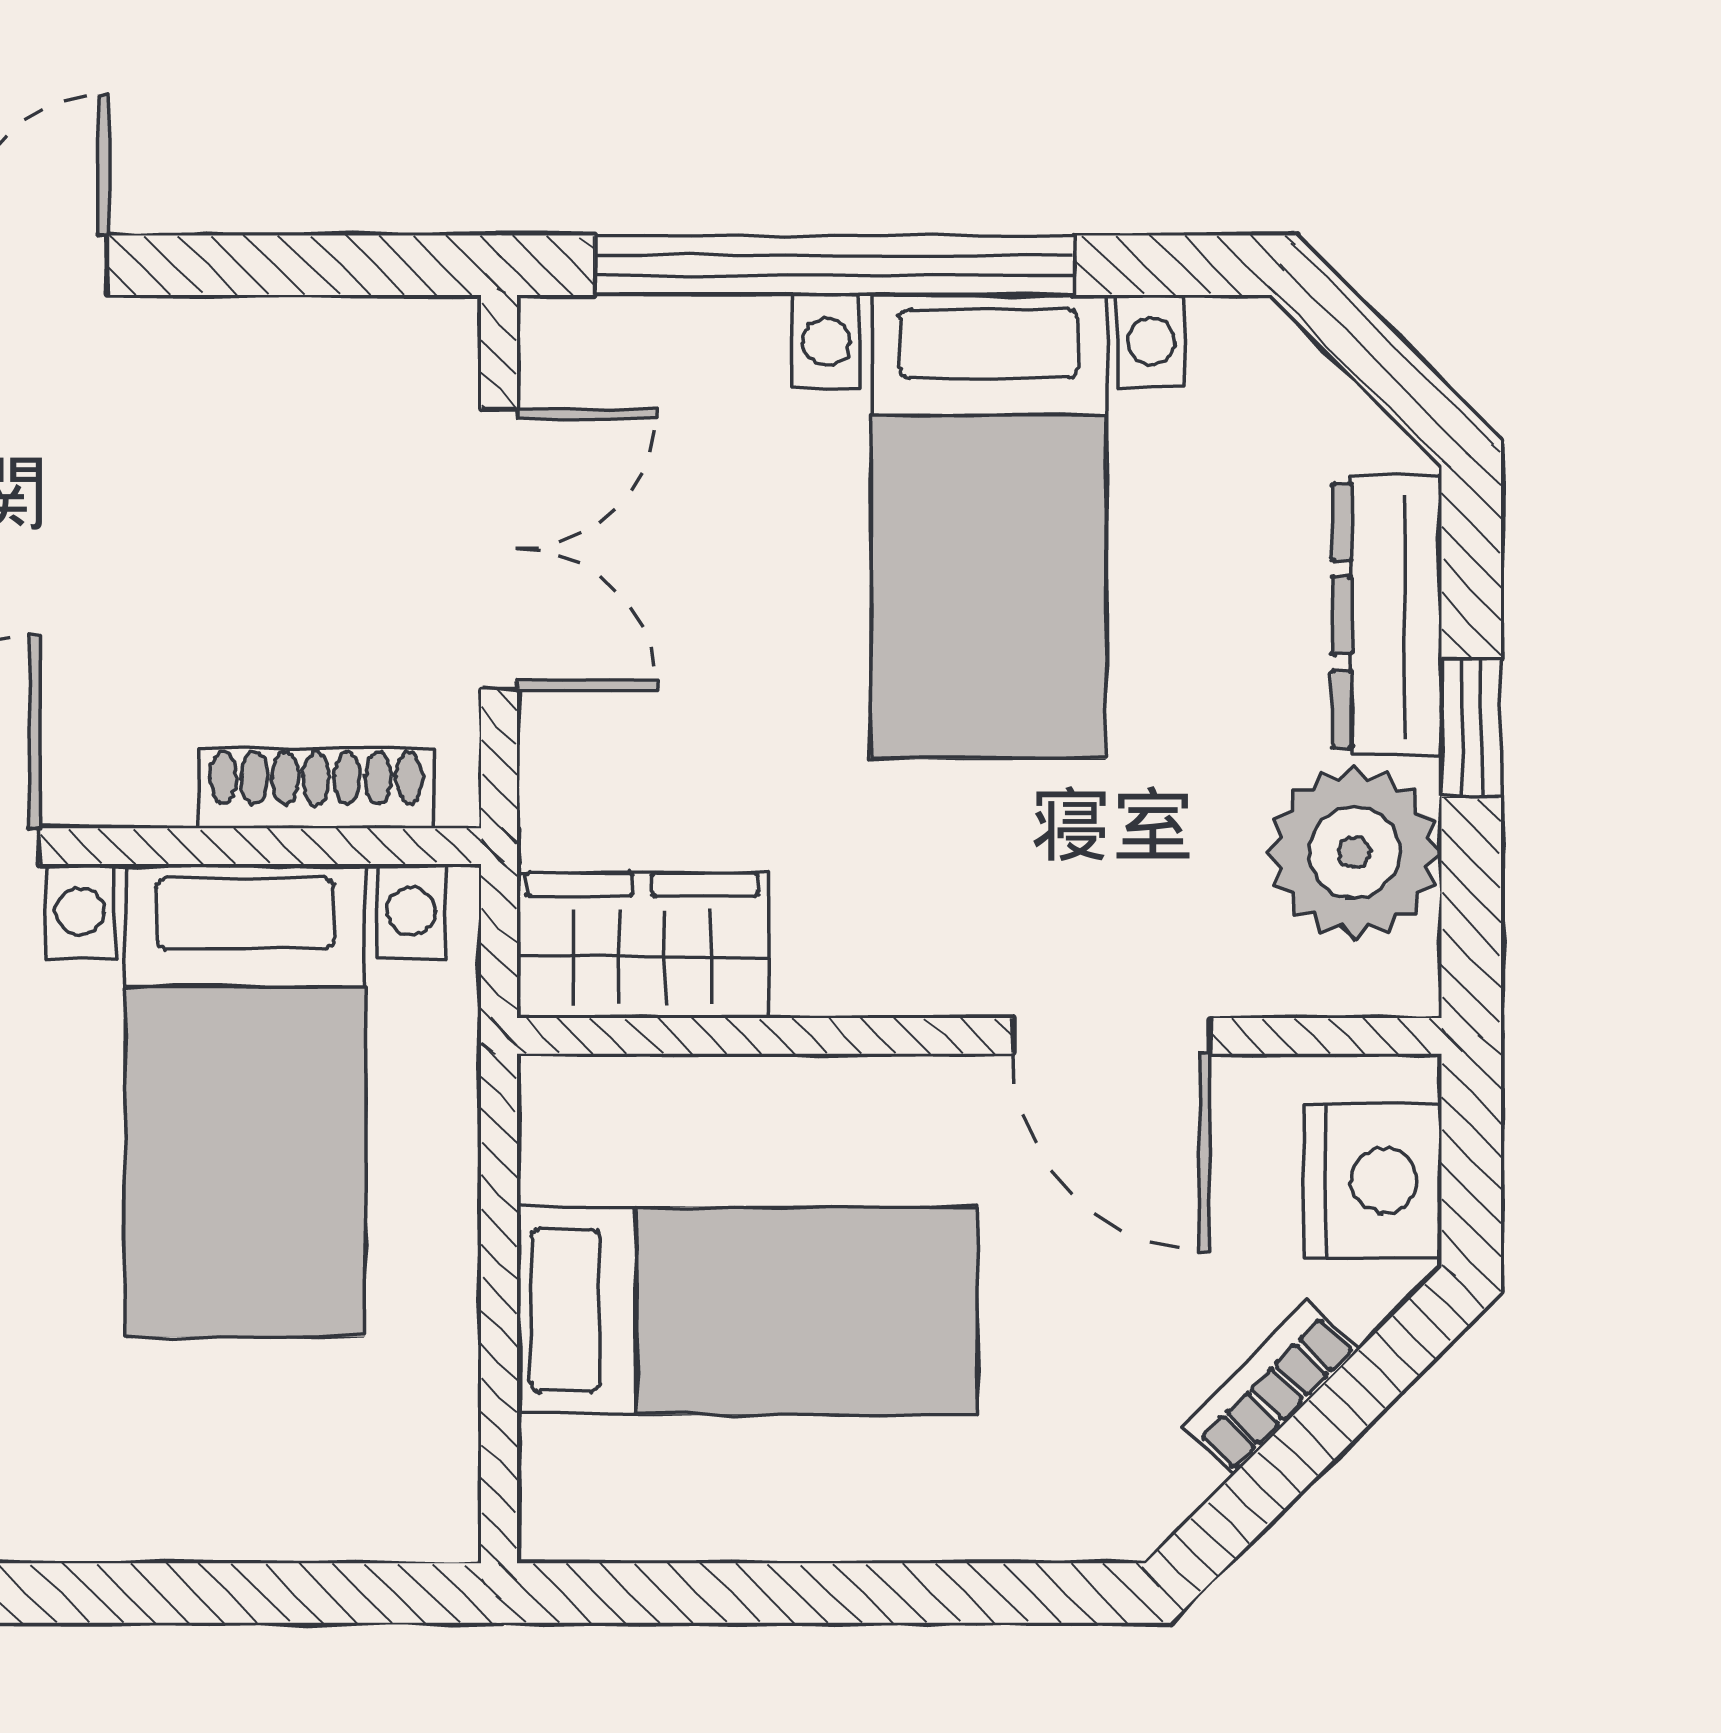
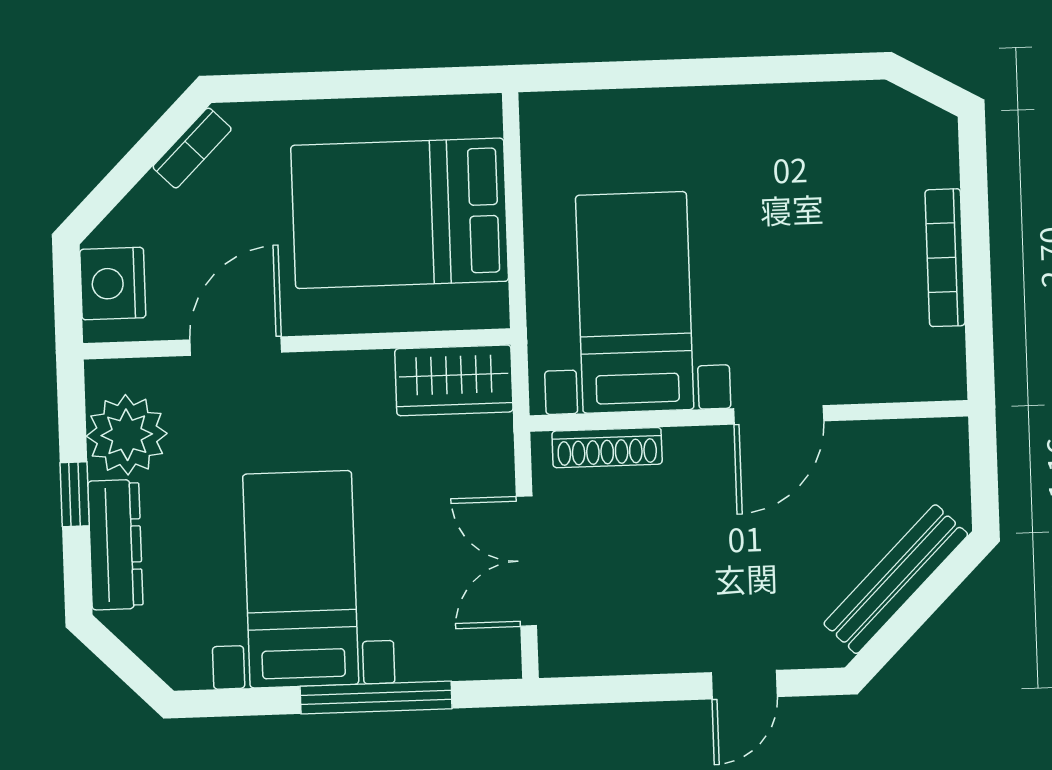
window: (835, 265) -> (376, 697), width x0.68
door: (1111, 1036) -> (236, 346), hinge flipped
bed: (747, 1311) -> (400, 213), width x1.50
bookcase: (1271, 1388) -> (192, 148), moved

